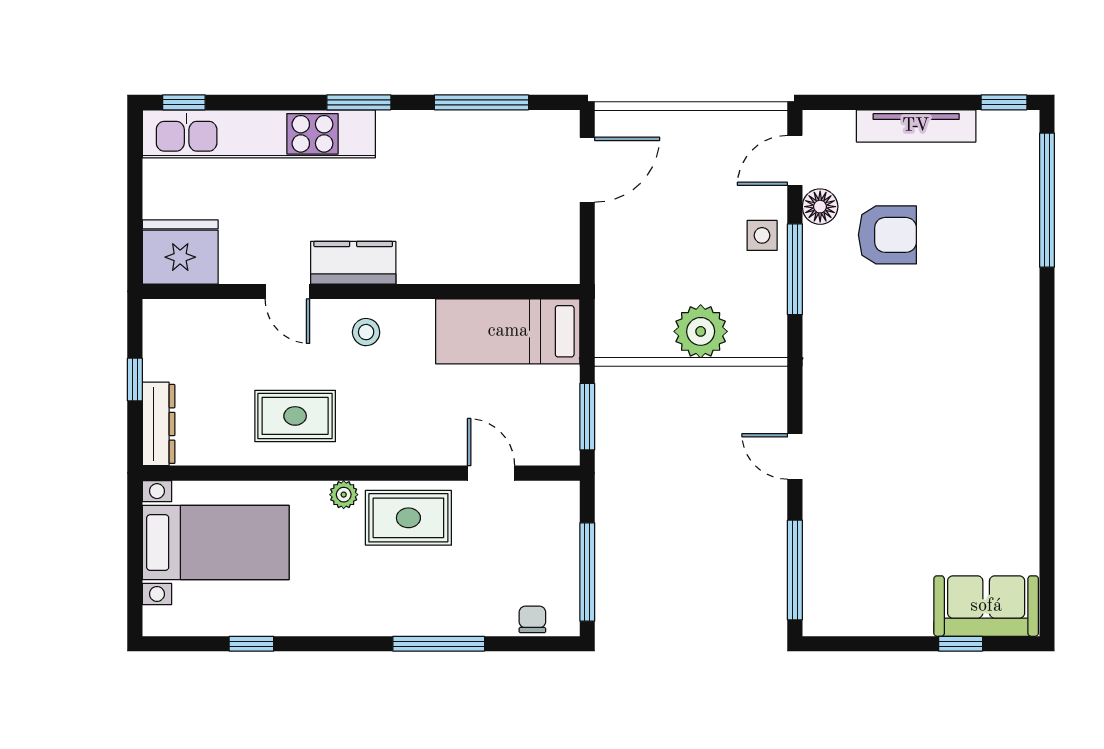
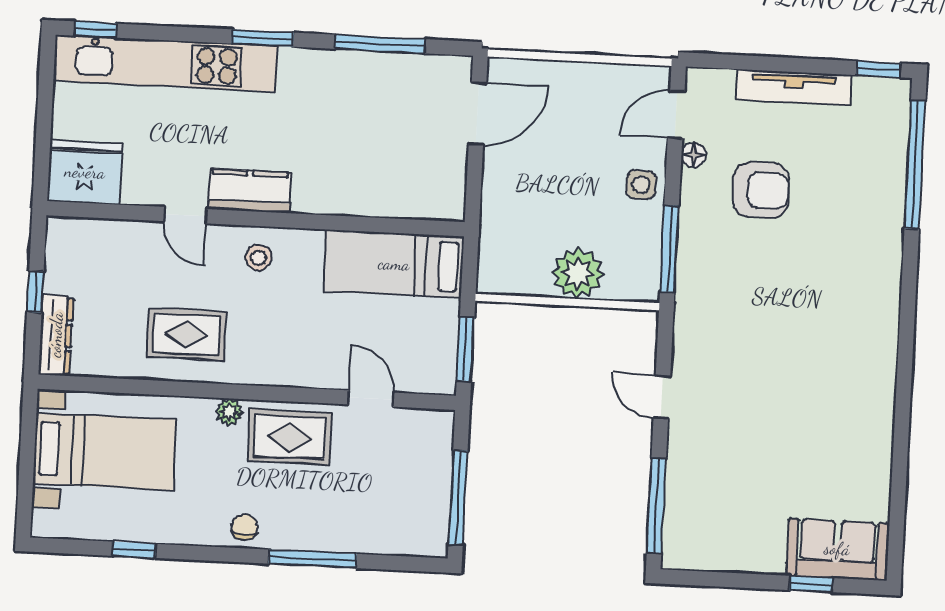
floor lamp: (820, 207) -> (694, 155), width x0.73, depth x0.73
window: (795, 269) -> (669, 249), moved
chair: (532, 619) -> (244, 527), moved

